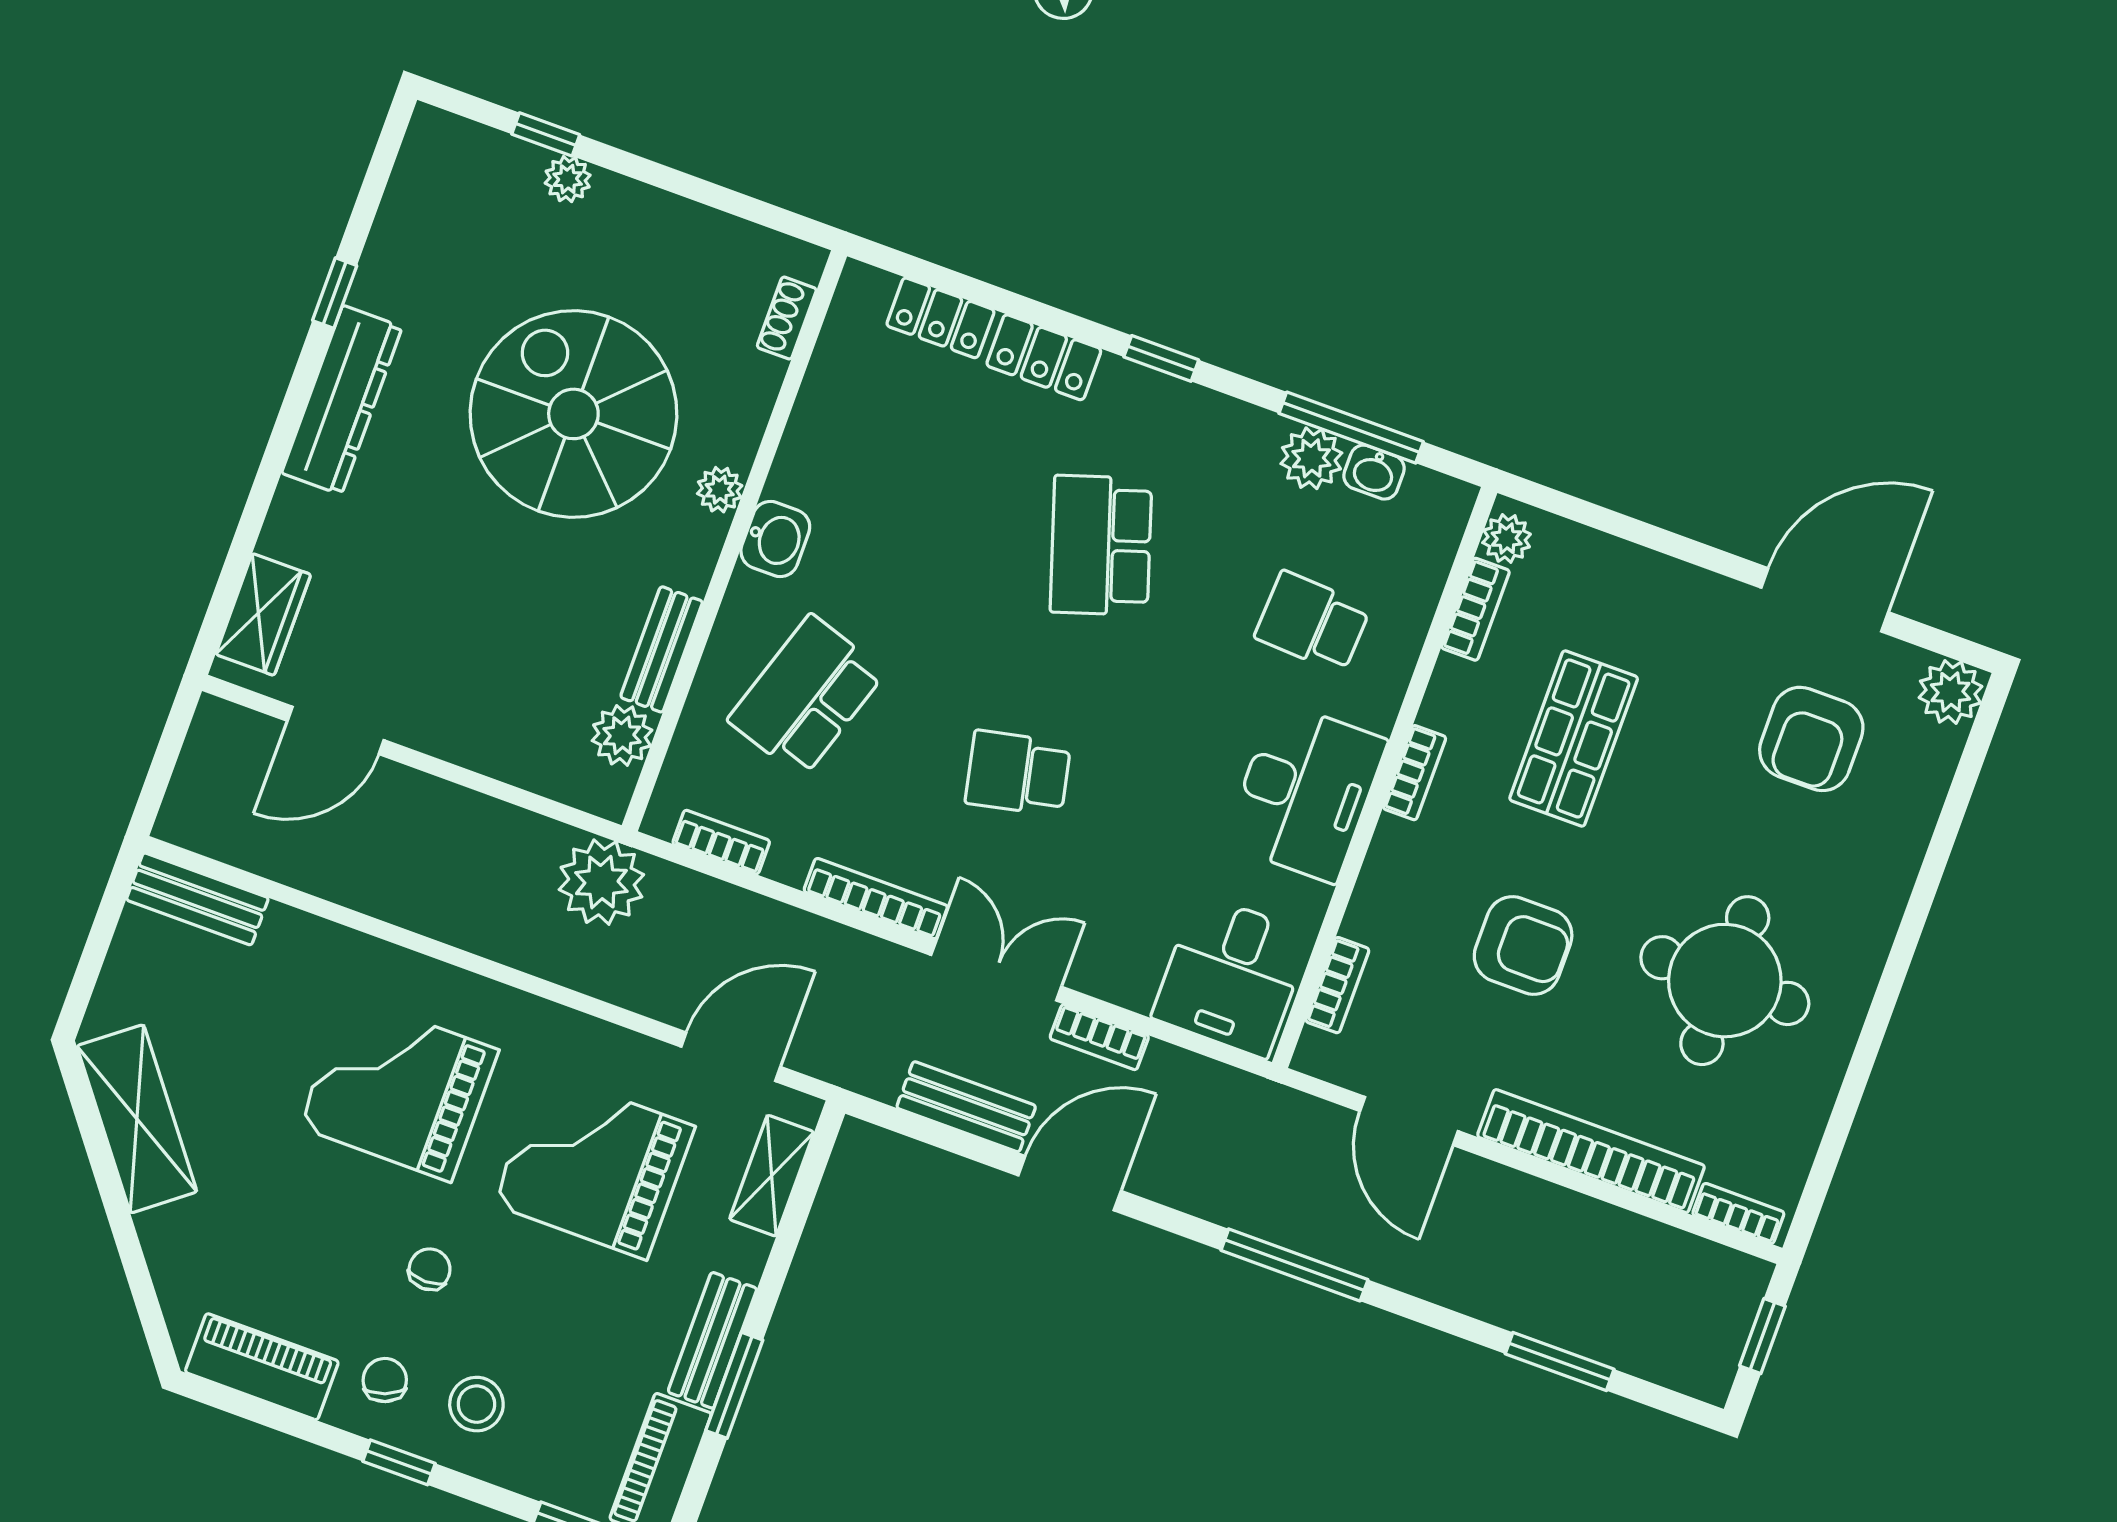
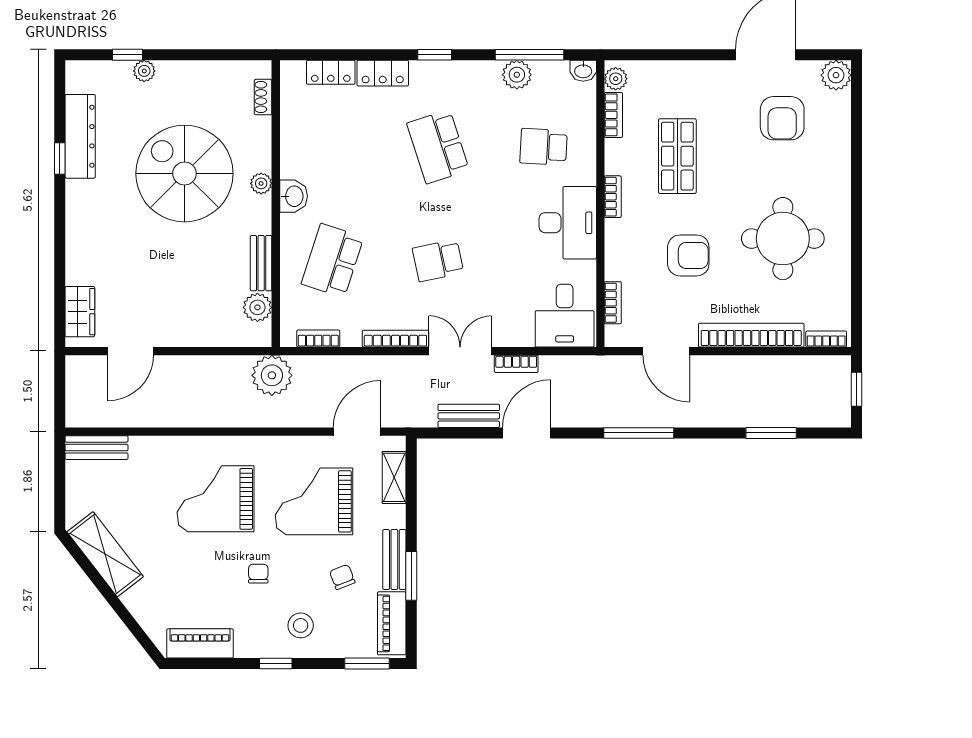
dresser: (342, 400) -> (80, 136), moved
washbasin: (1374, 472) -> (583, 71), moved
chair: (385, 1380) -> (342, 577), moved

